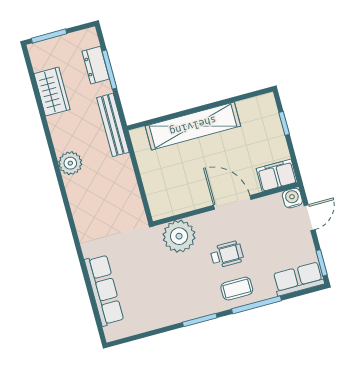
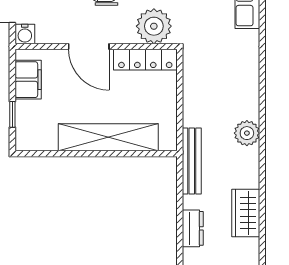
window: (109, 70) -> (180, 220), removed
filing cabinet: (277, 175) -> (28, 80), moved, turned -90
locker: (179, 204) -> (145, 60), added

